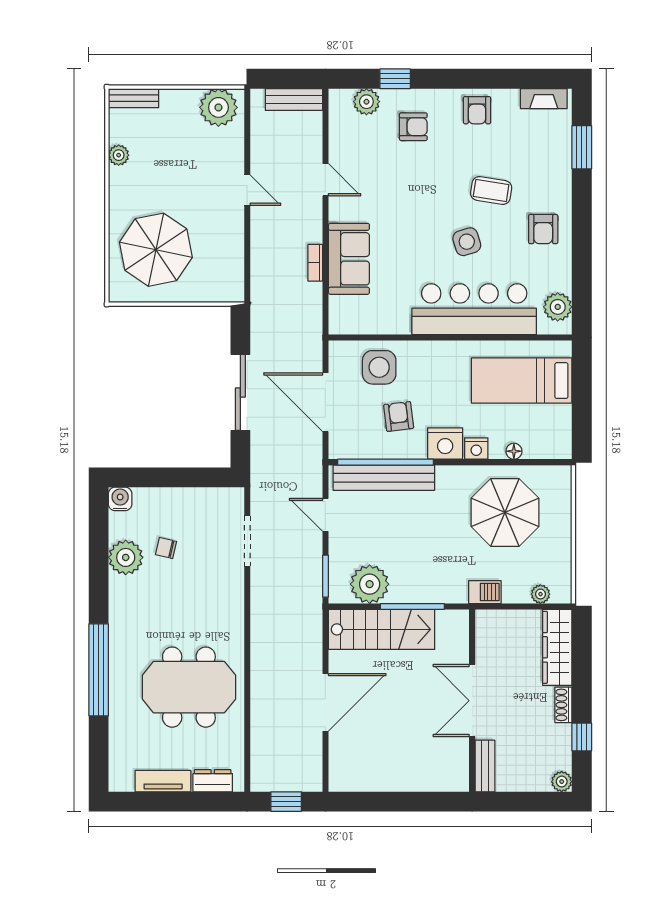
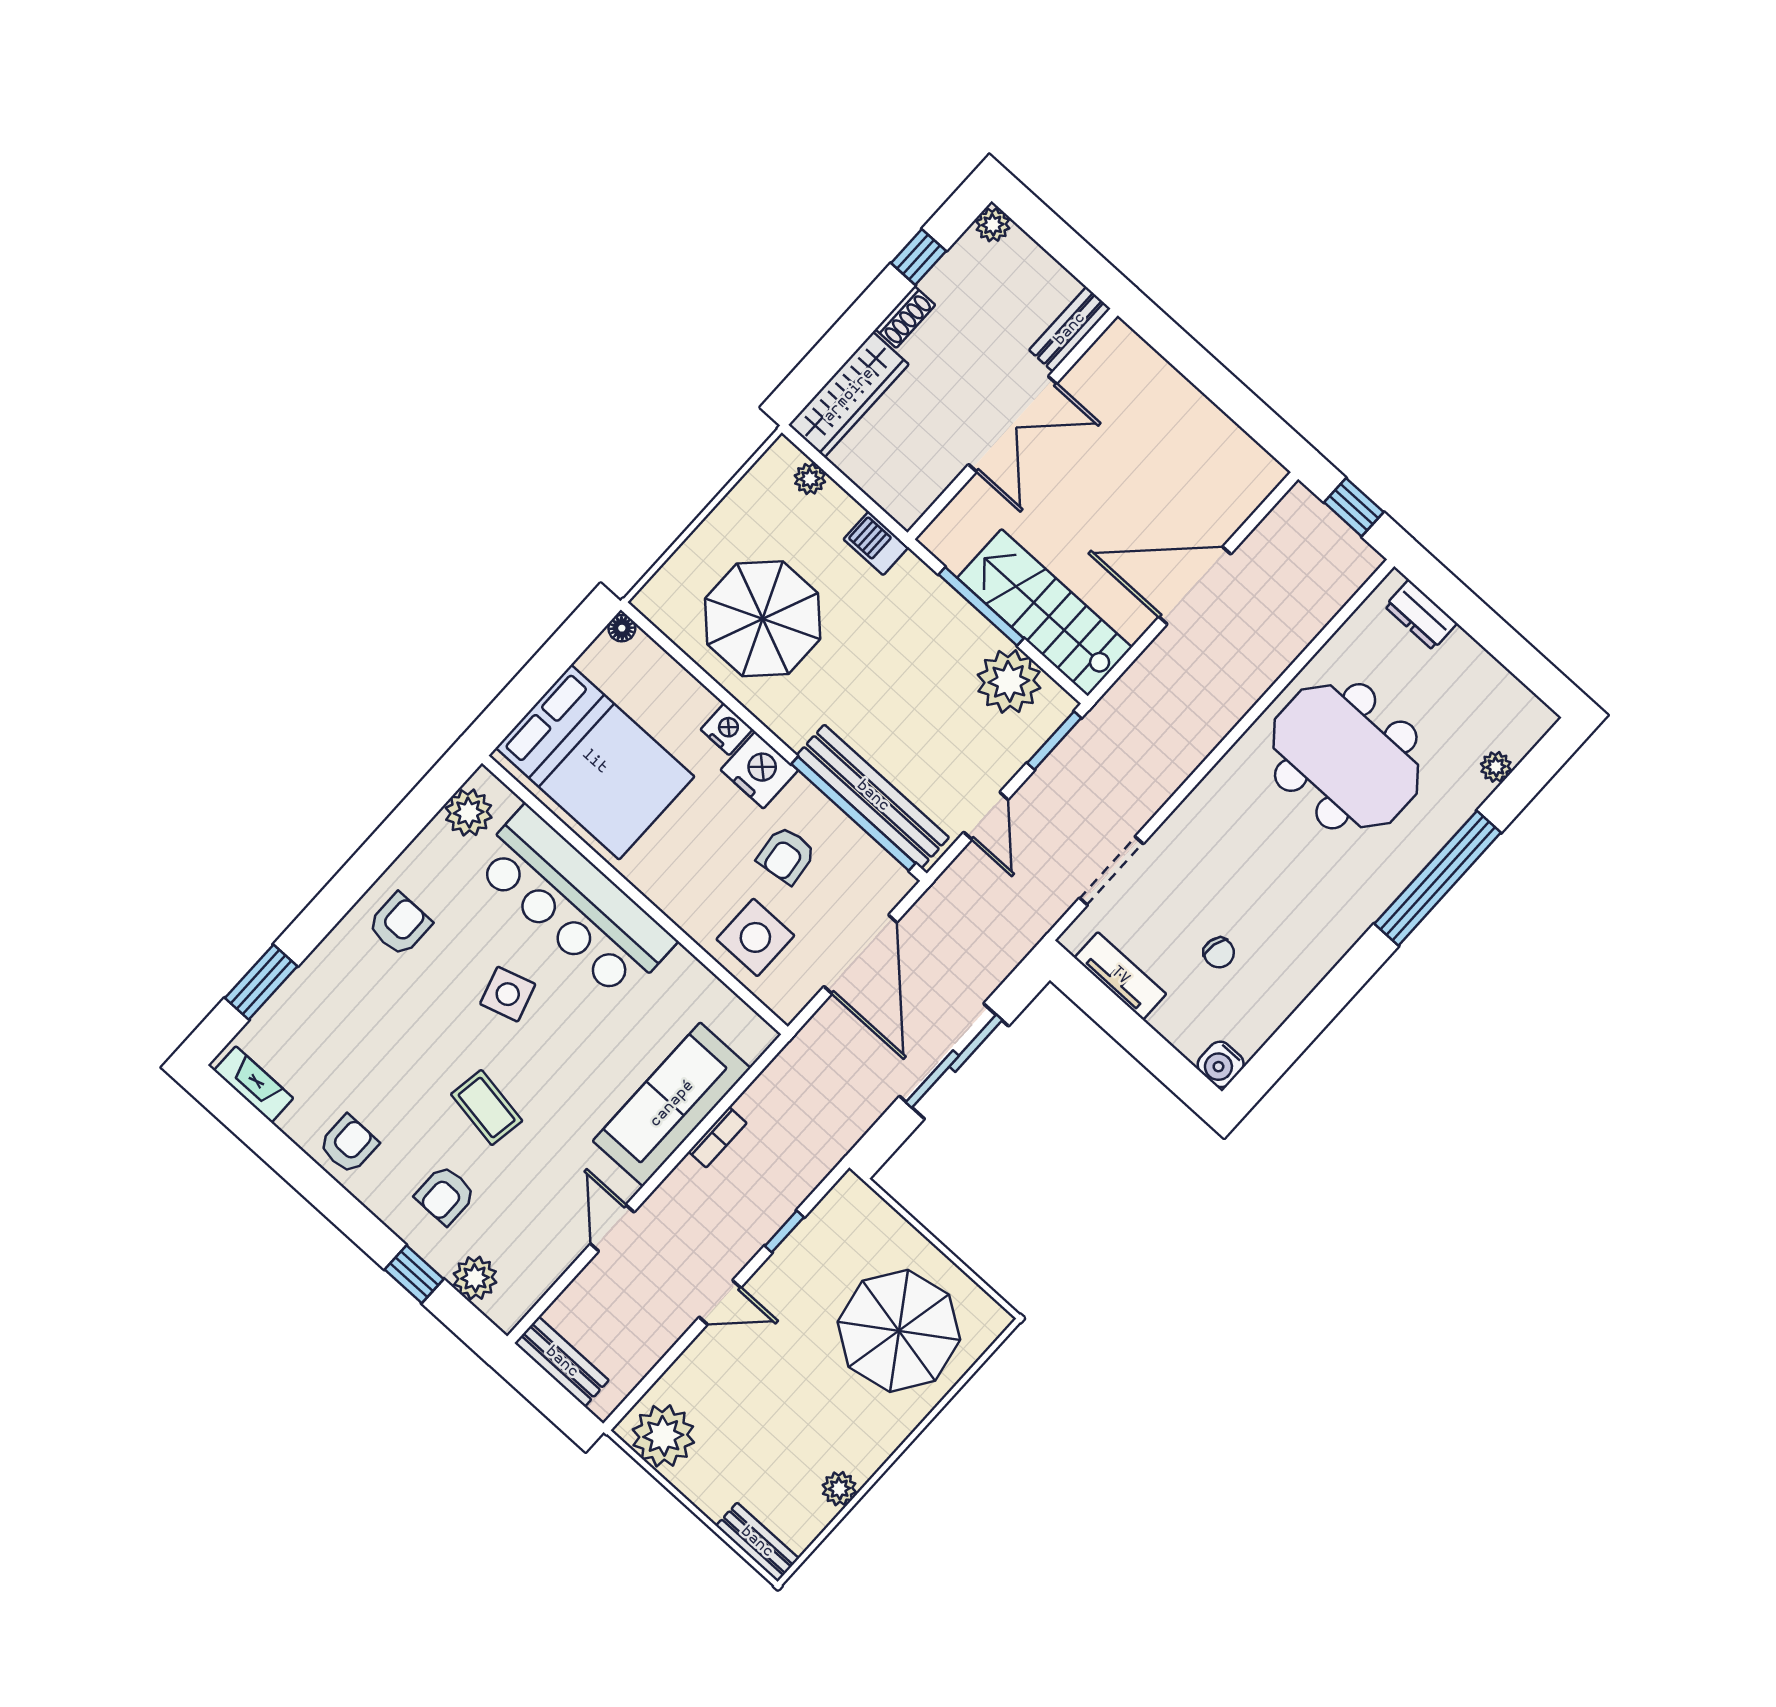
armchair: (413, 127) -> (445, 1195), turned -90
door: (247, 190) -> (720, 1302), swing flipped
coffee table: (491, 191) -> (487, 1108), moved
window: (247, 248) -> (784, 1232), added
sofa: (349, 259) -> (672, 1104), width x1.36
bed: (522, 381) -> (595, 762), width x1.50
floor lamp: (514, 451) -> (622, 628), moved
plant: (126, 557) -> (1496, 767), moved, width x0.53, depth x0.53
tv unit: (163, 781) -> (1120, 976), moved, turned 180

